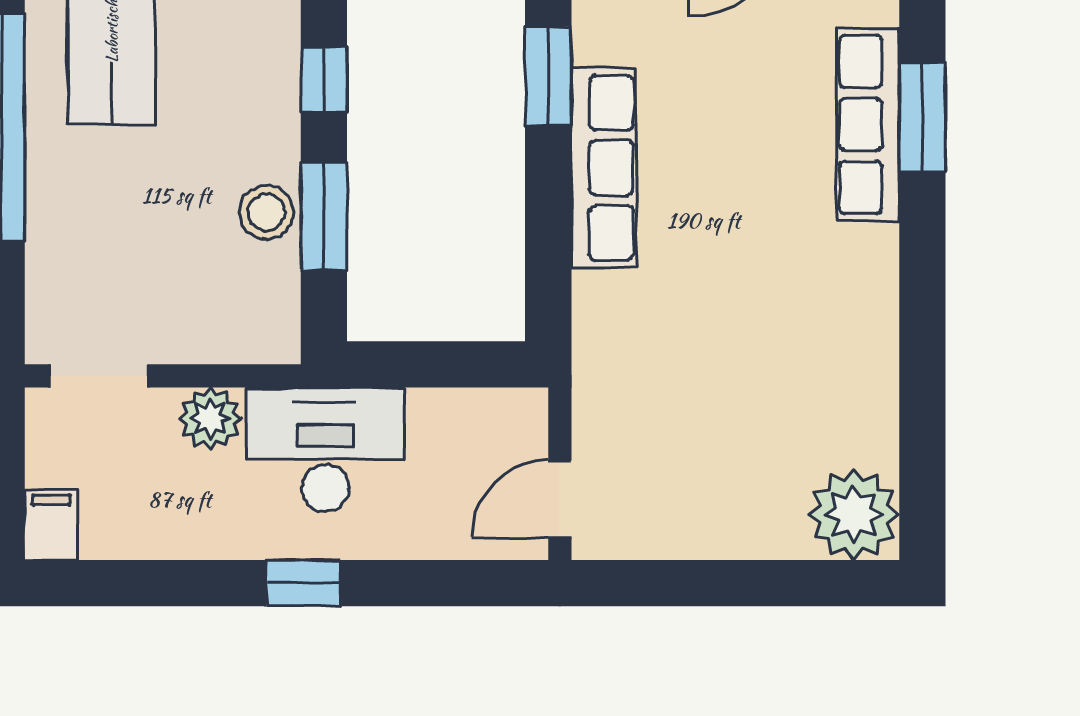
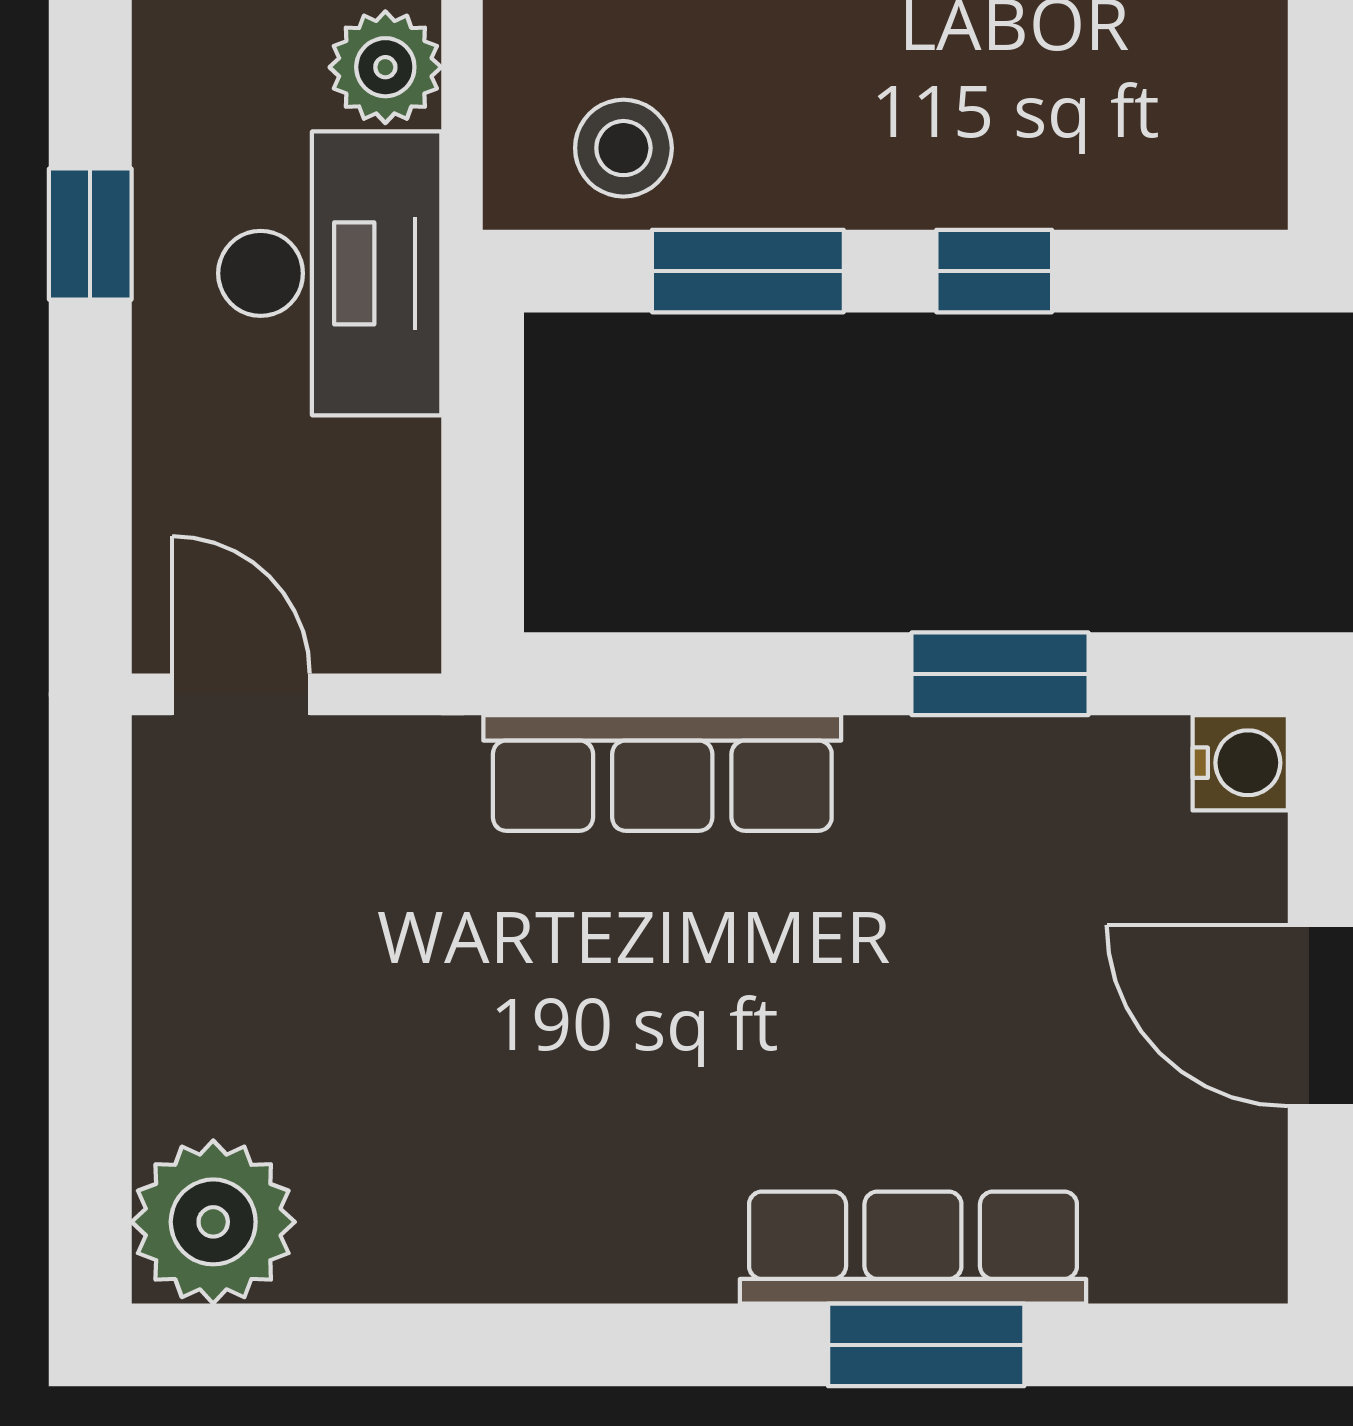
row of seats: (604, 168) -> (662, 773), moved
stool: (266, 213) -> (623, 148), moved

